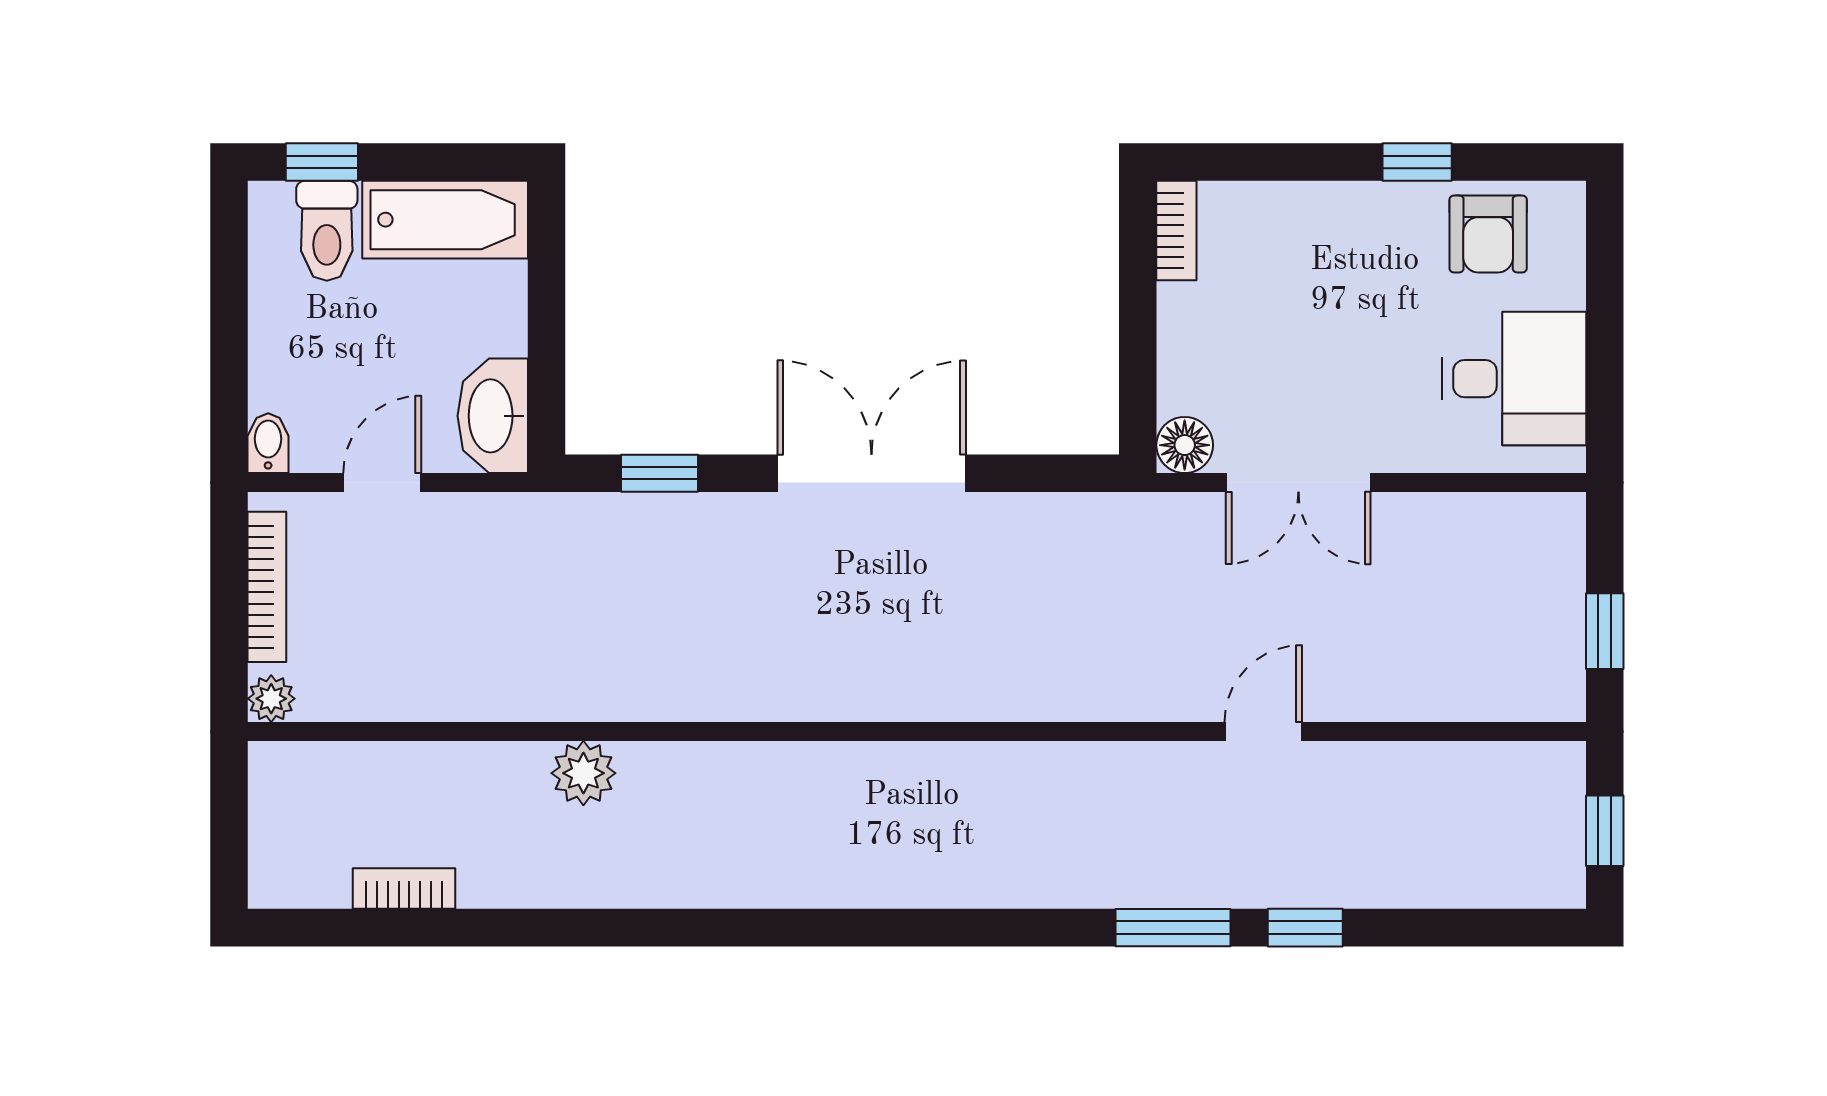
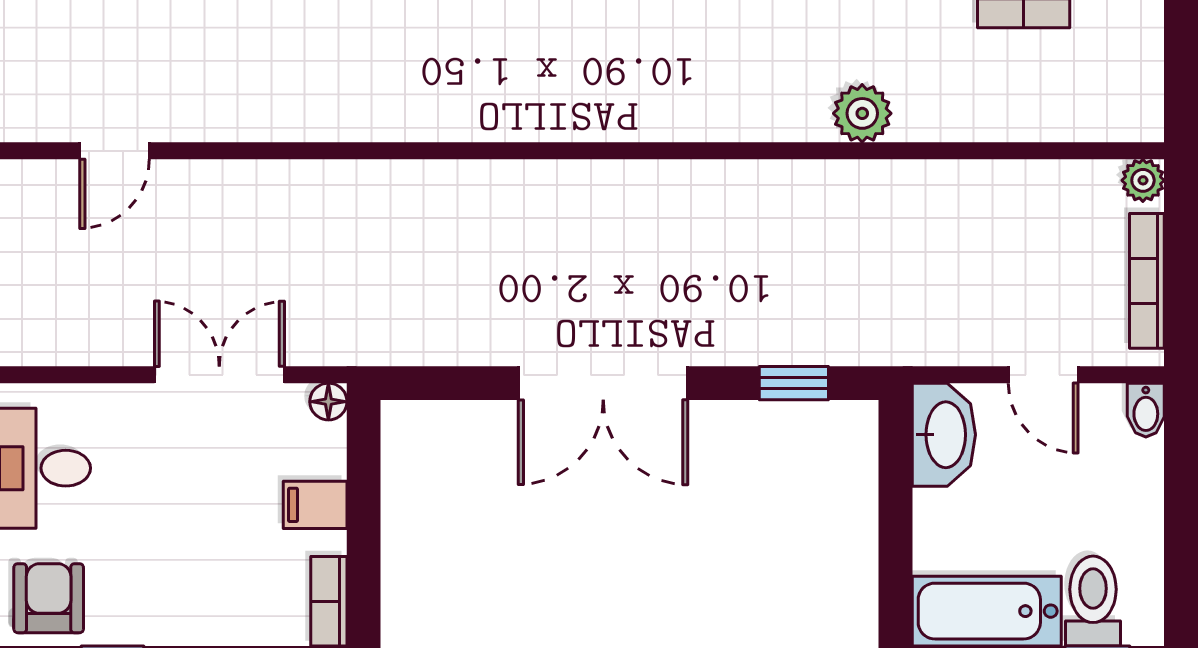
filing cabinet: (1192, 338) -> (315, 505), added
floor lamp: (1185, 445) -> (328, 402), width x0.73, depth x0.73
door: (382, 483) -> (1043, 375), hinge flipped
door: (1263, 732) -> (114, 151), moved

